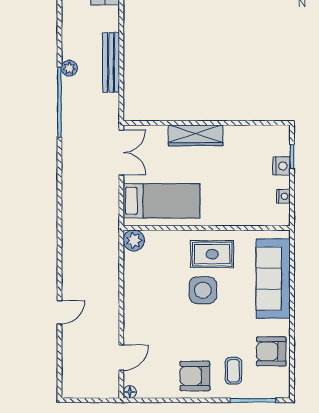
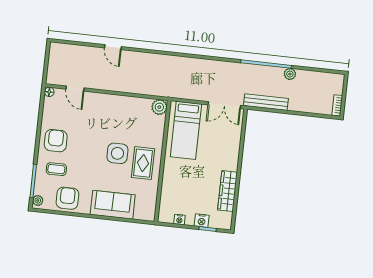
bench: (111, 62) -> (266, 102), moved
wardrobe: (196, 135) -> (228, 191), moved
sofa: (273, 279) -> (113, 205), width x0.73
plant: (279, 391) -> (38, 200), added

